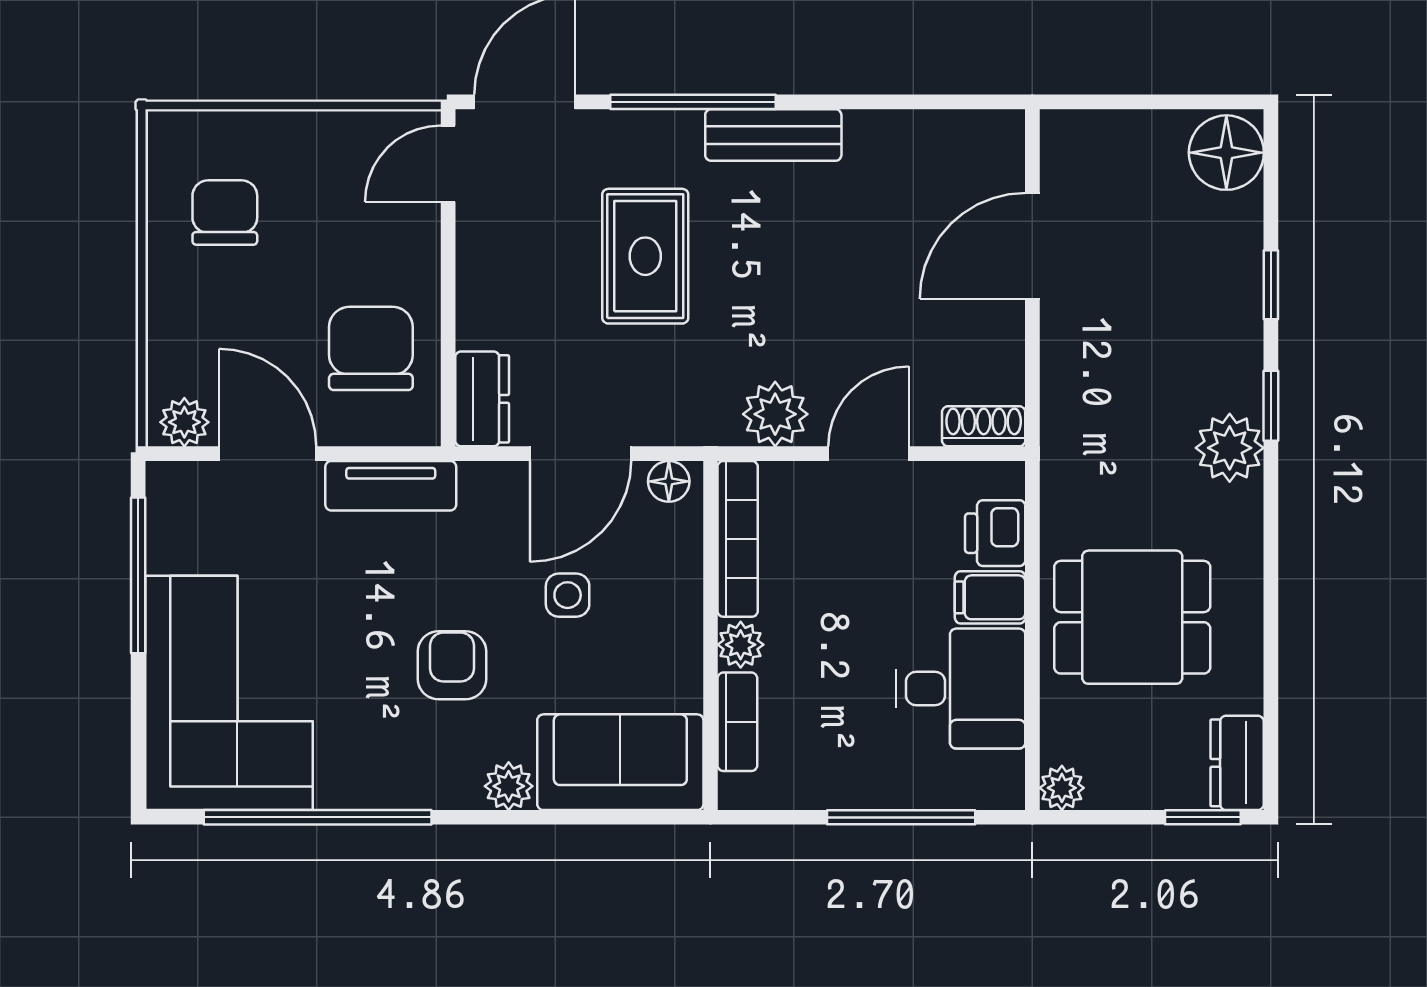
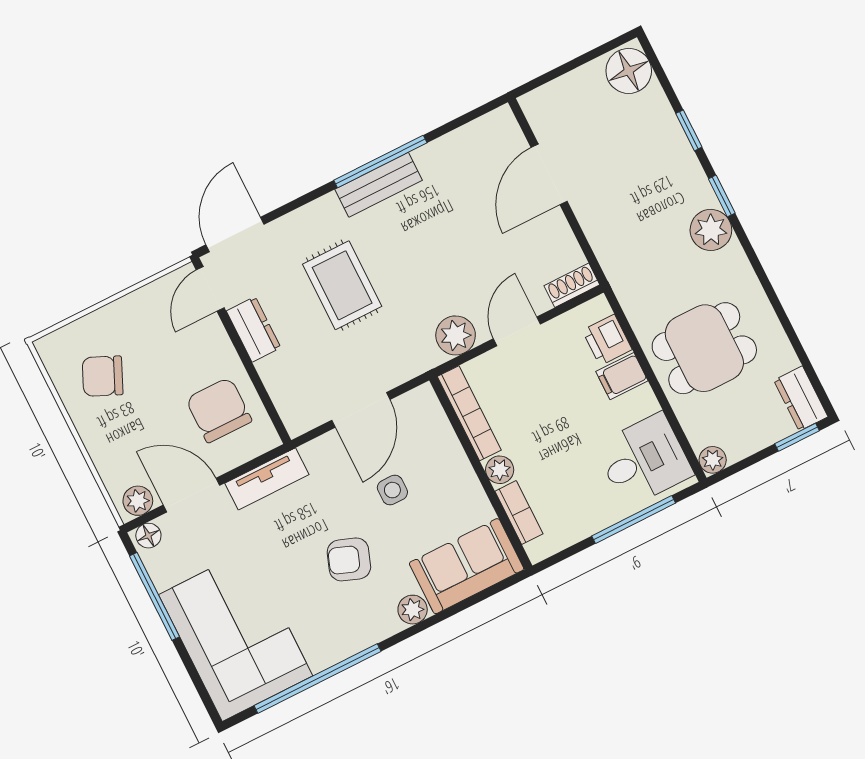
window: (693, 102) -> (380, 161), moved
chair: (225, 212) -> (103, 376), turned -66
dresser: (482, 399) -> (254, 329), moved
floor lamp: (669, 481) -> (148, 536), moved
armchair: (452, 665) -> (349, 559), turned -70
desk: (960, 689) -> (644, 460), moved

